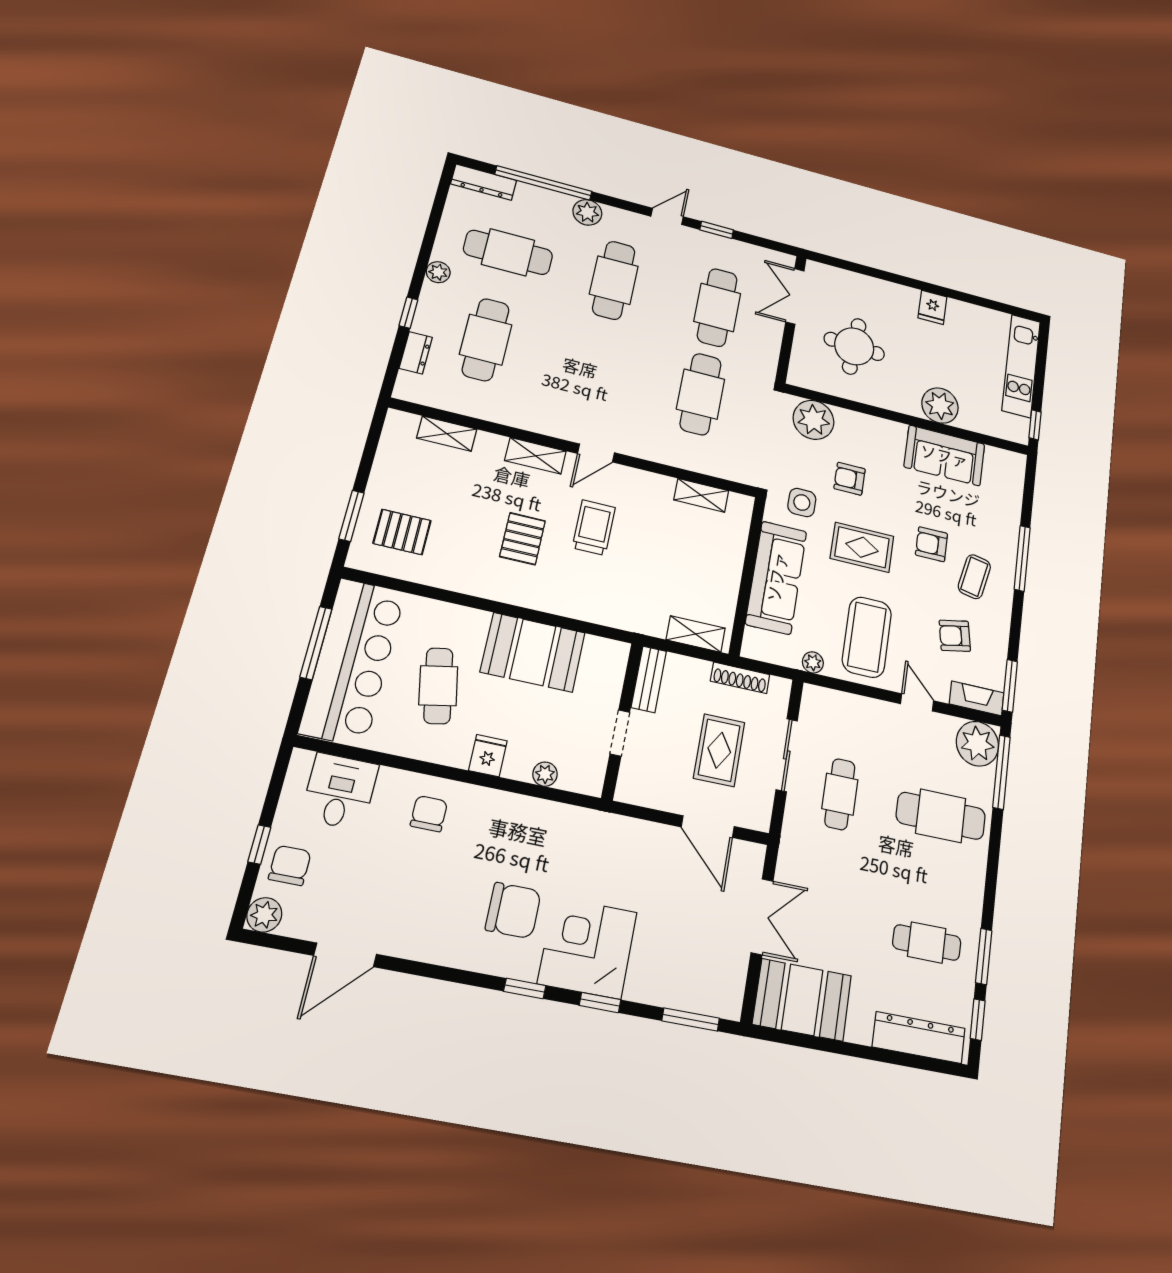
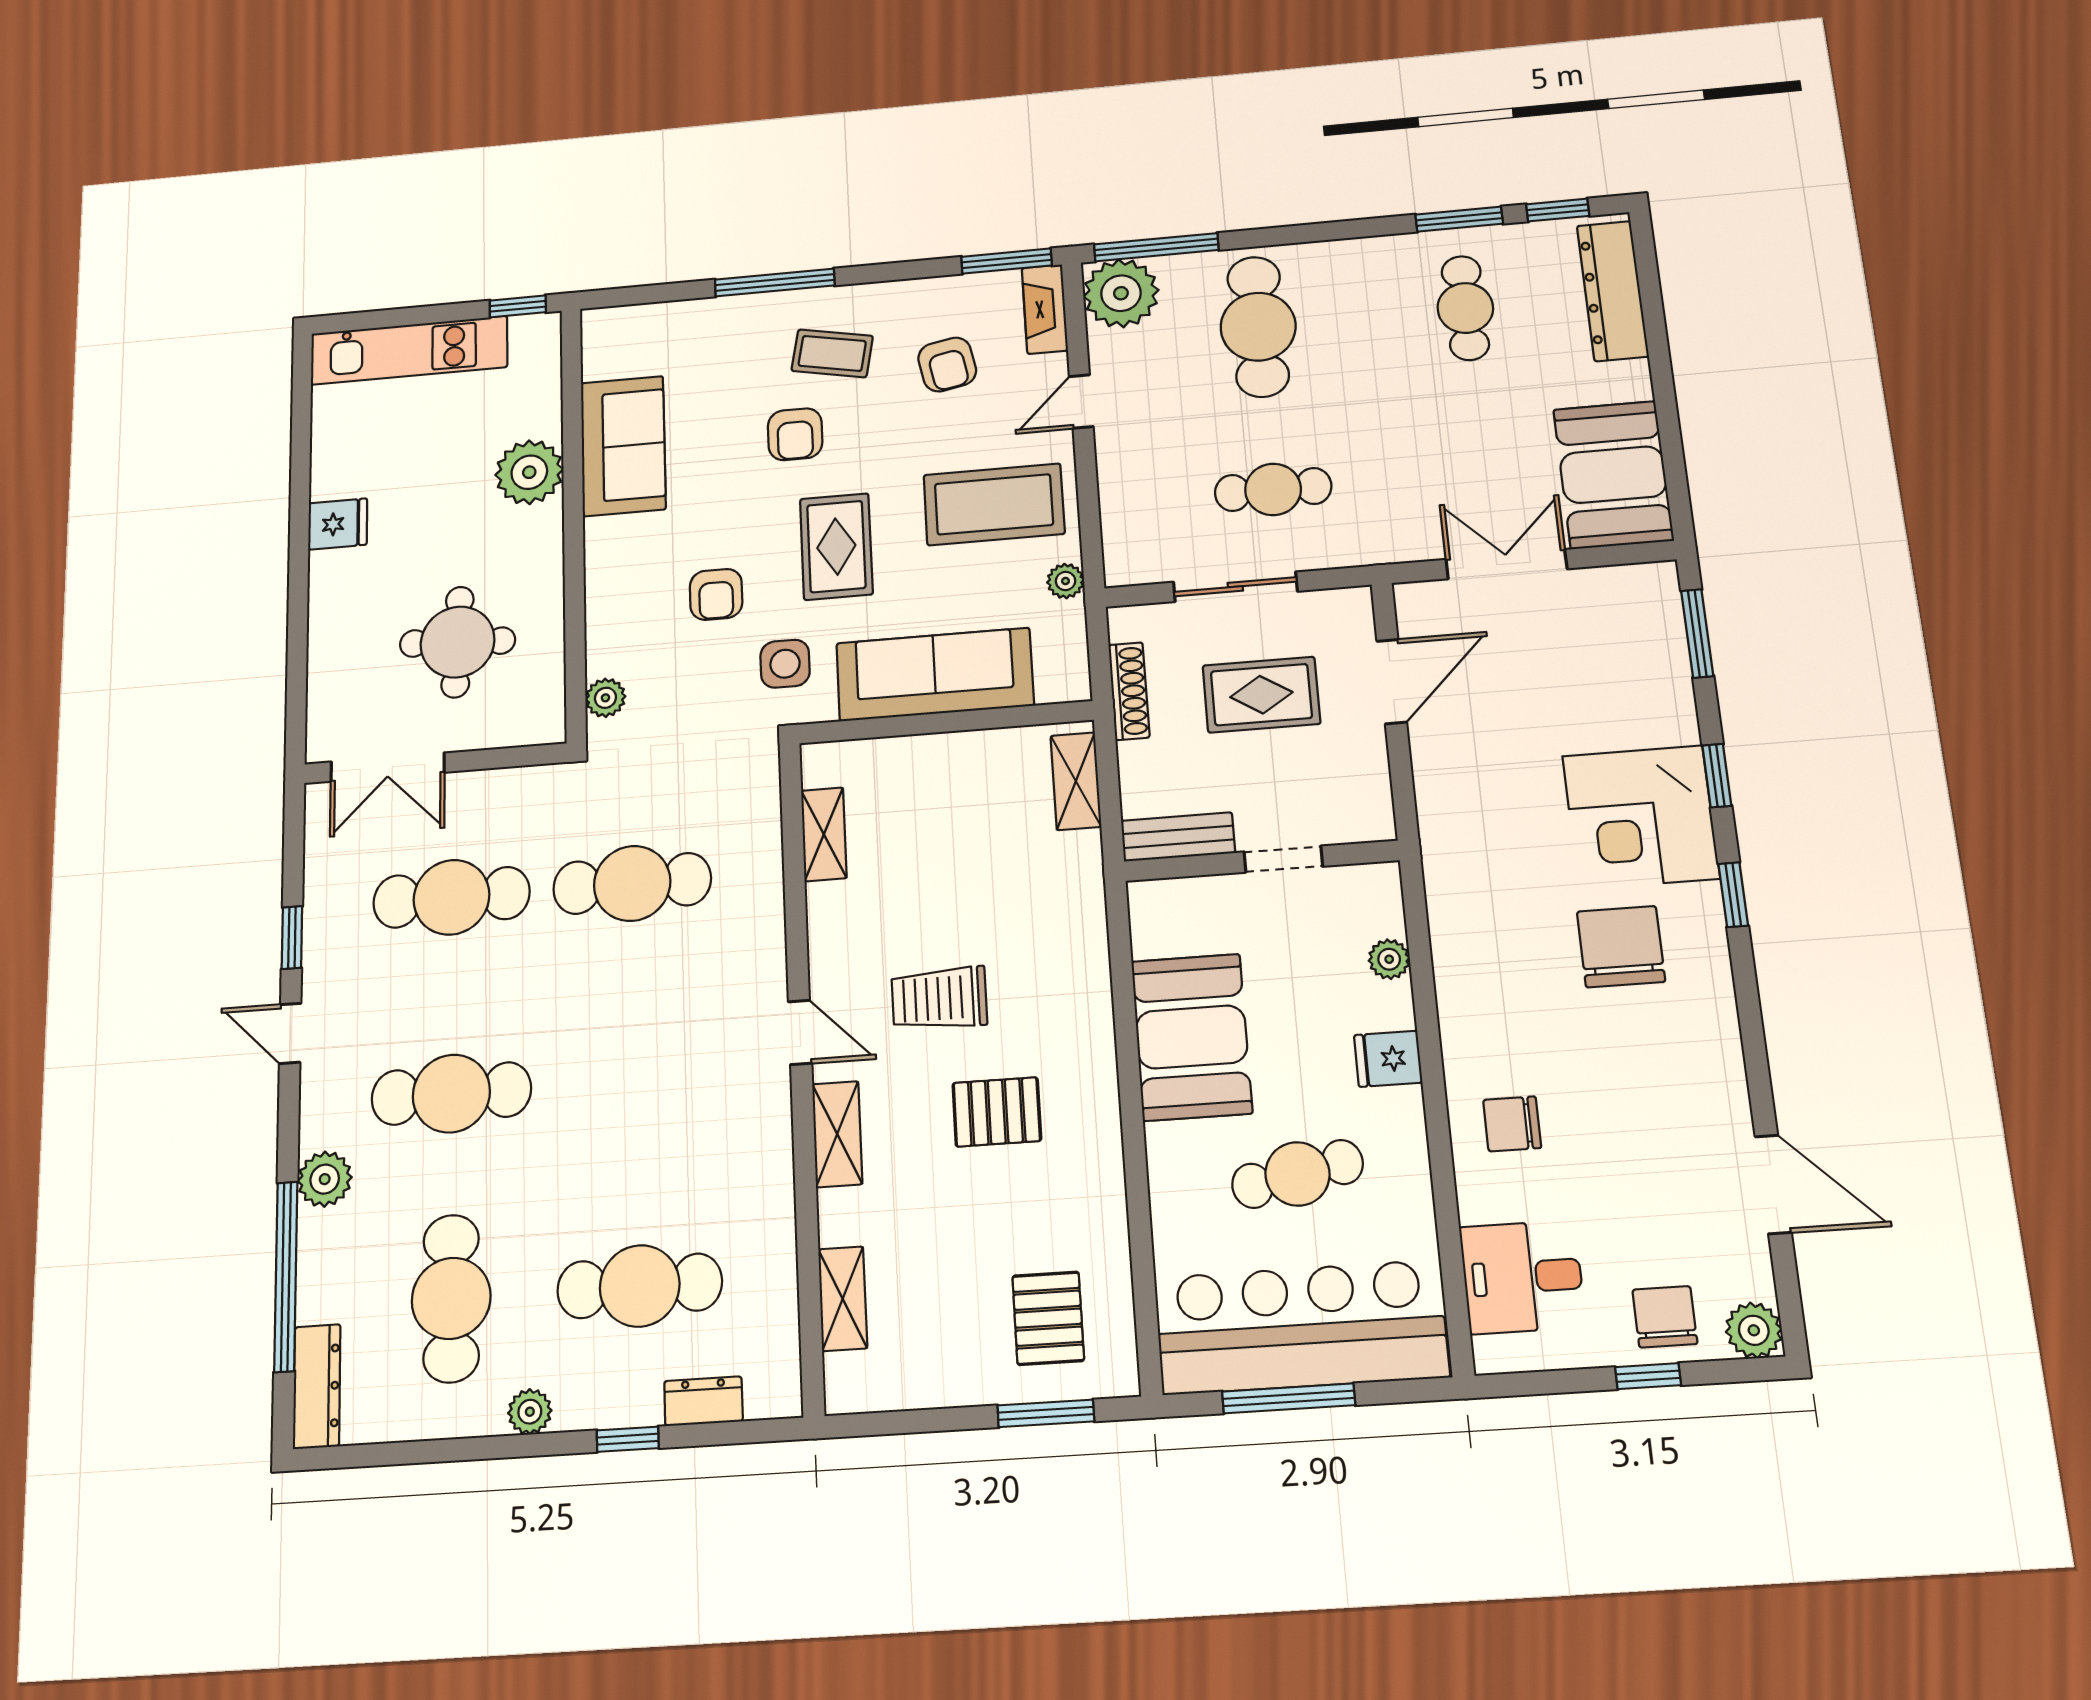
plant: (814, 420) -> (605, 698), width x0.53, depth x0.53
chair: (290, 865) -> (1665, 1317), turned 90

